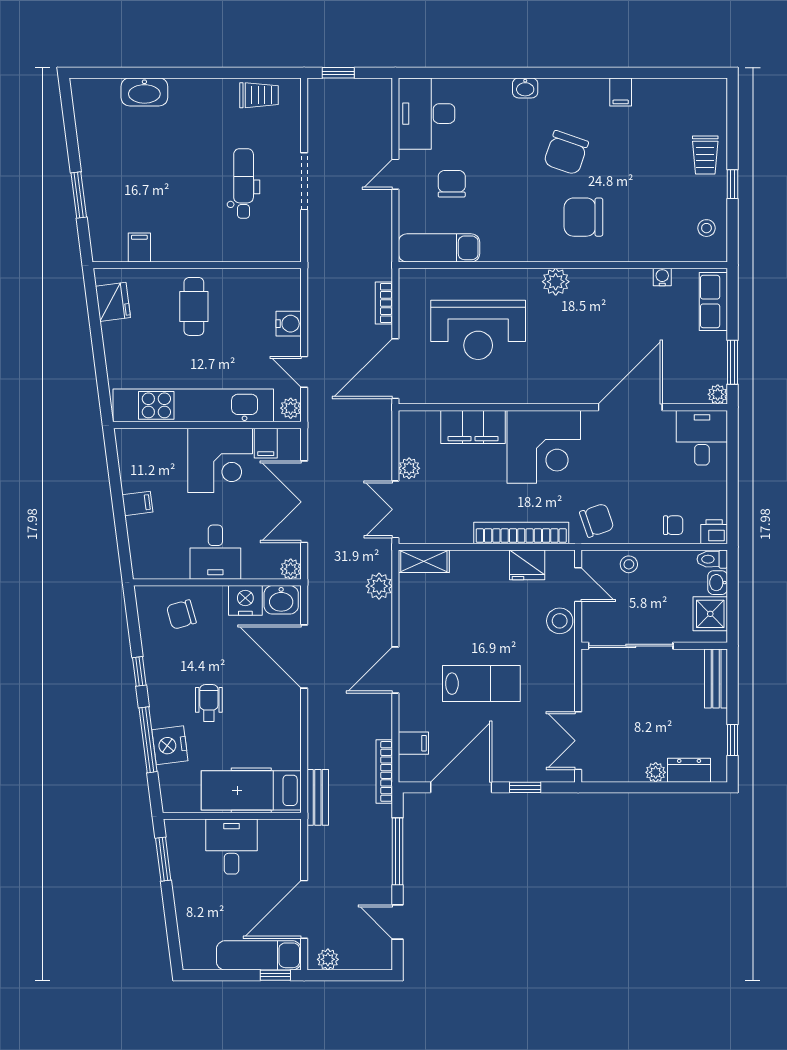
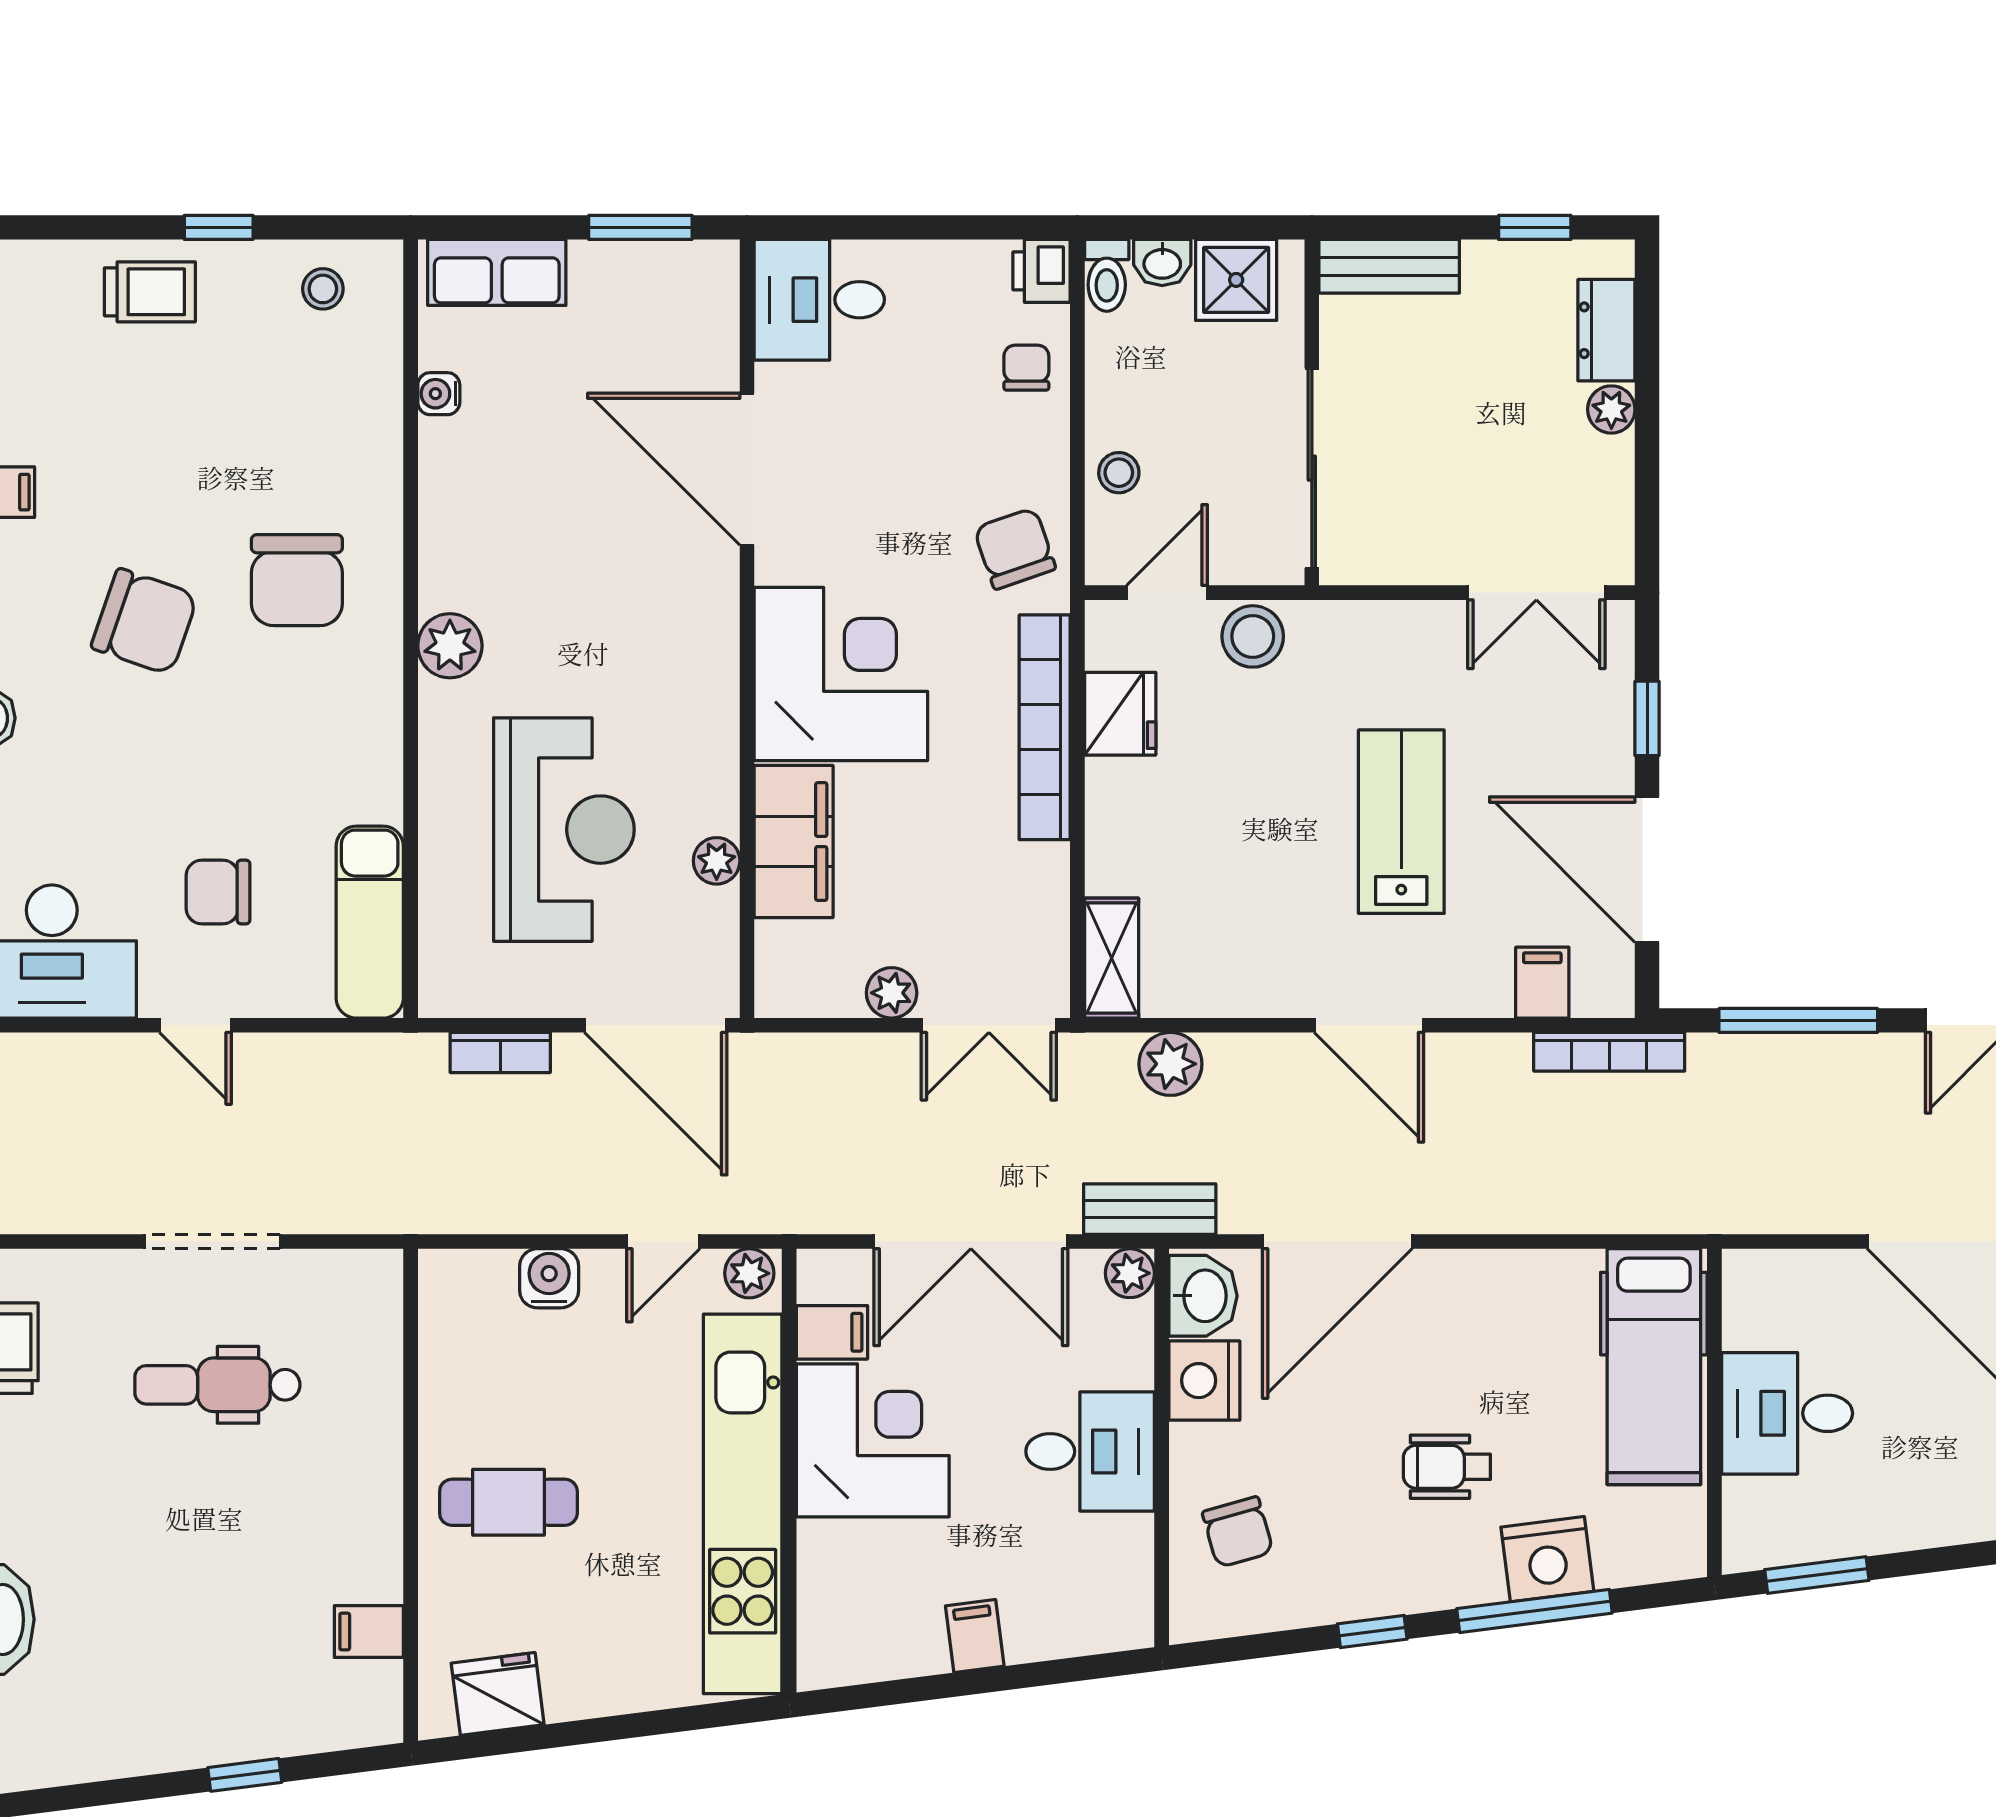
window: (79, 195) -> (245, 1775), width x0.67
plant: (718, 394) -> (717, 861), moved
bench: (318, 797) -> (1150, 1209), moved

